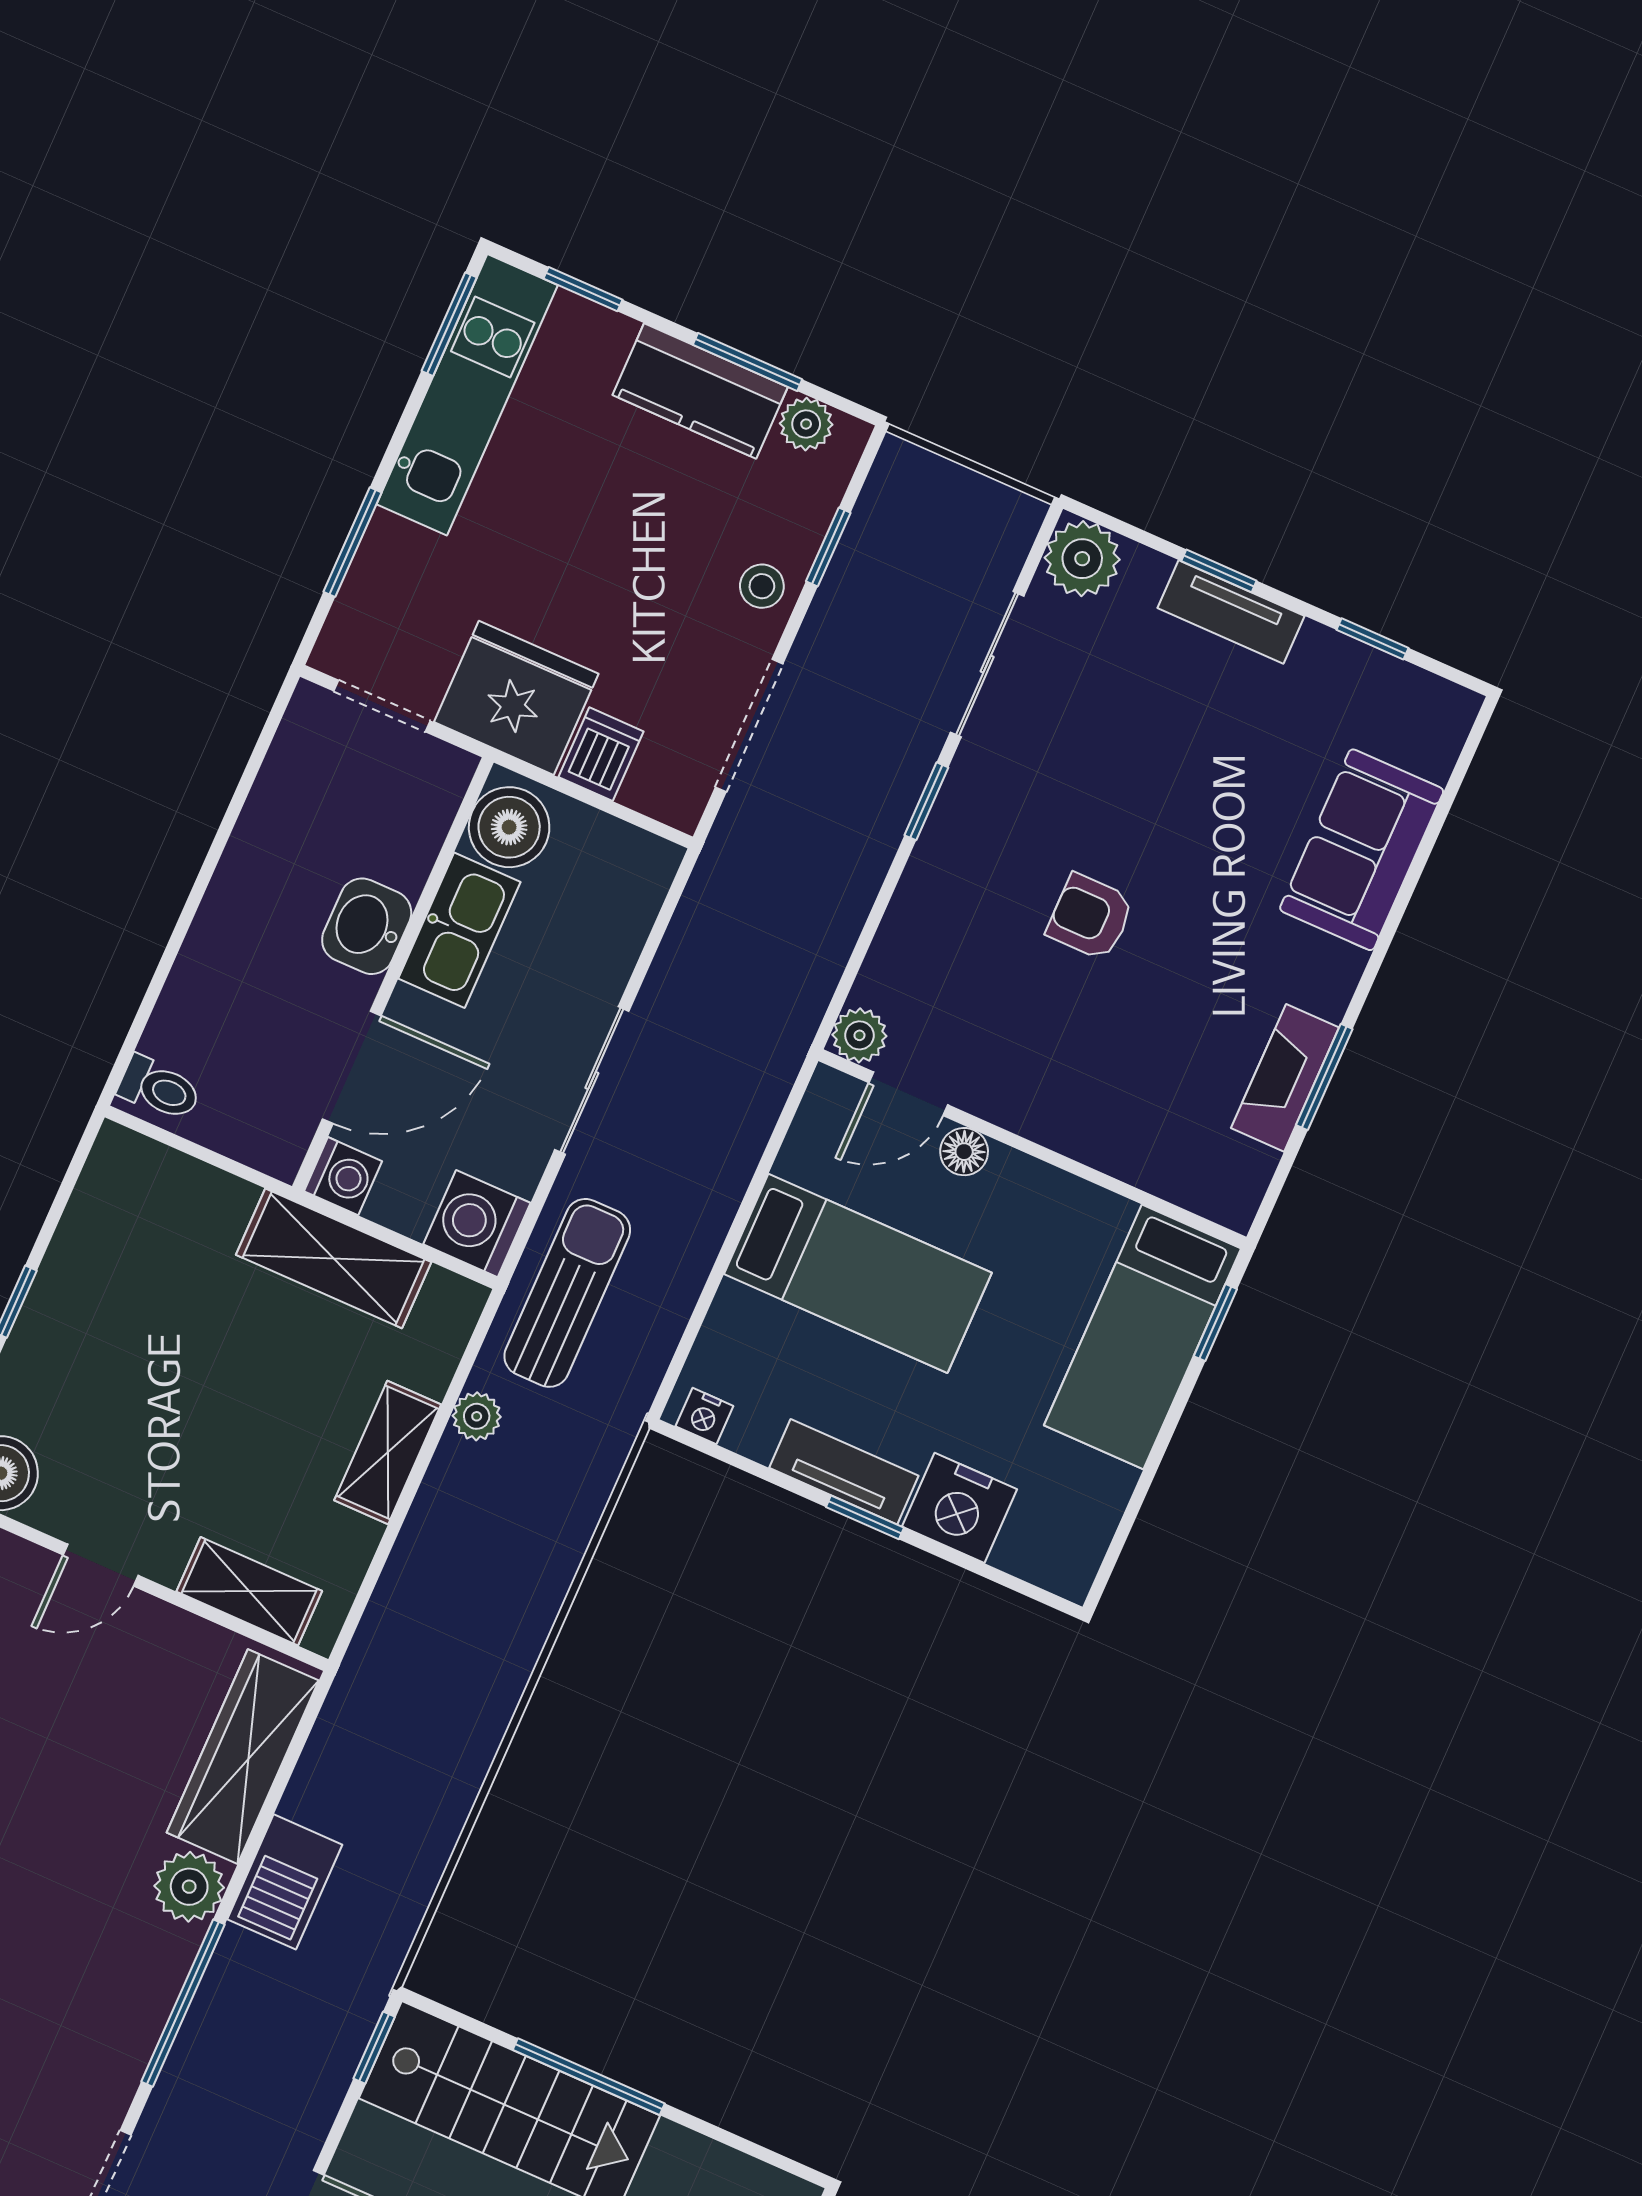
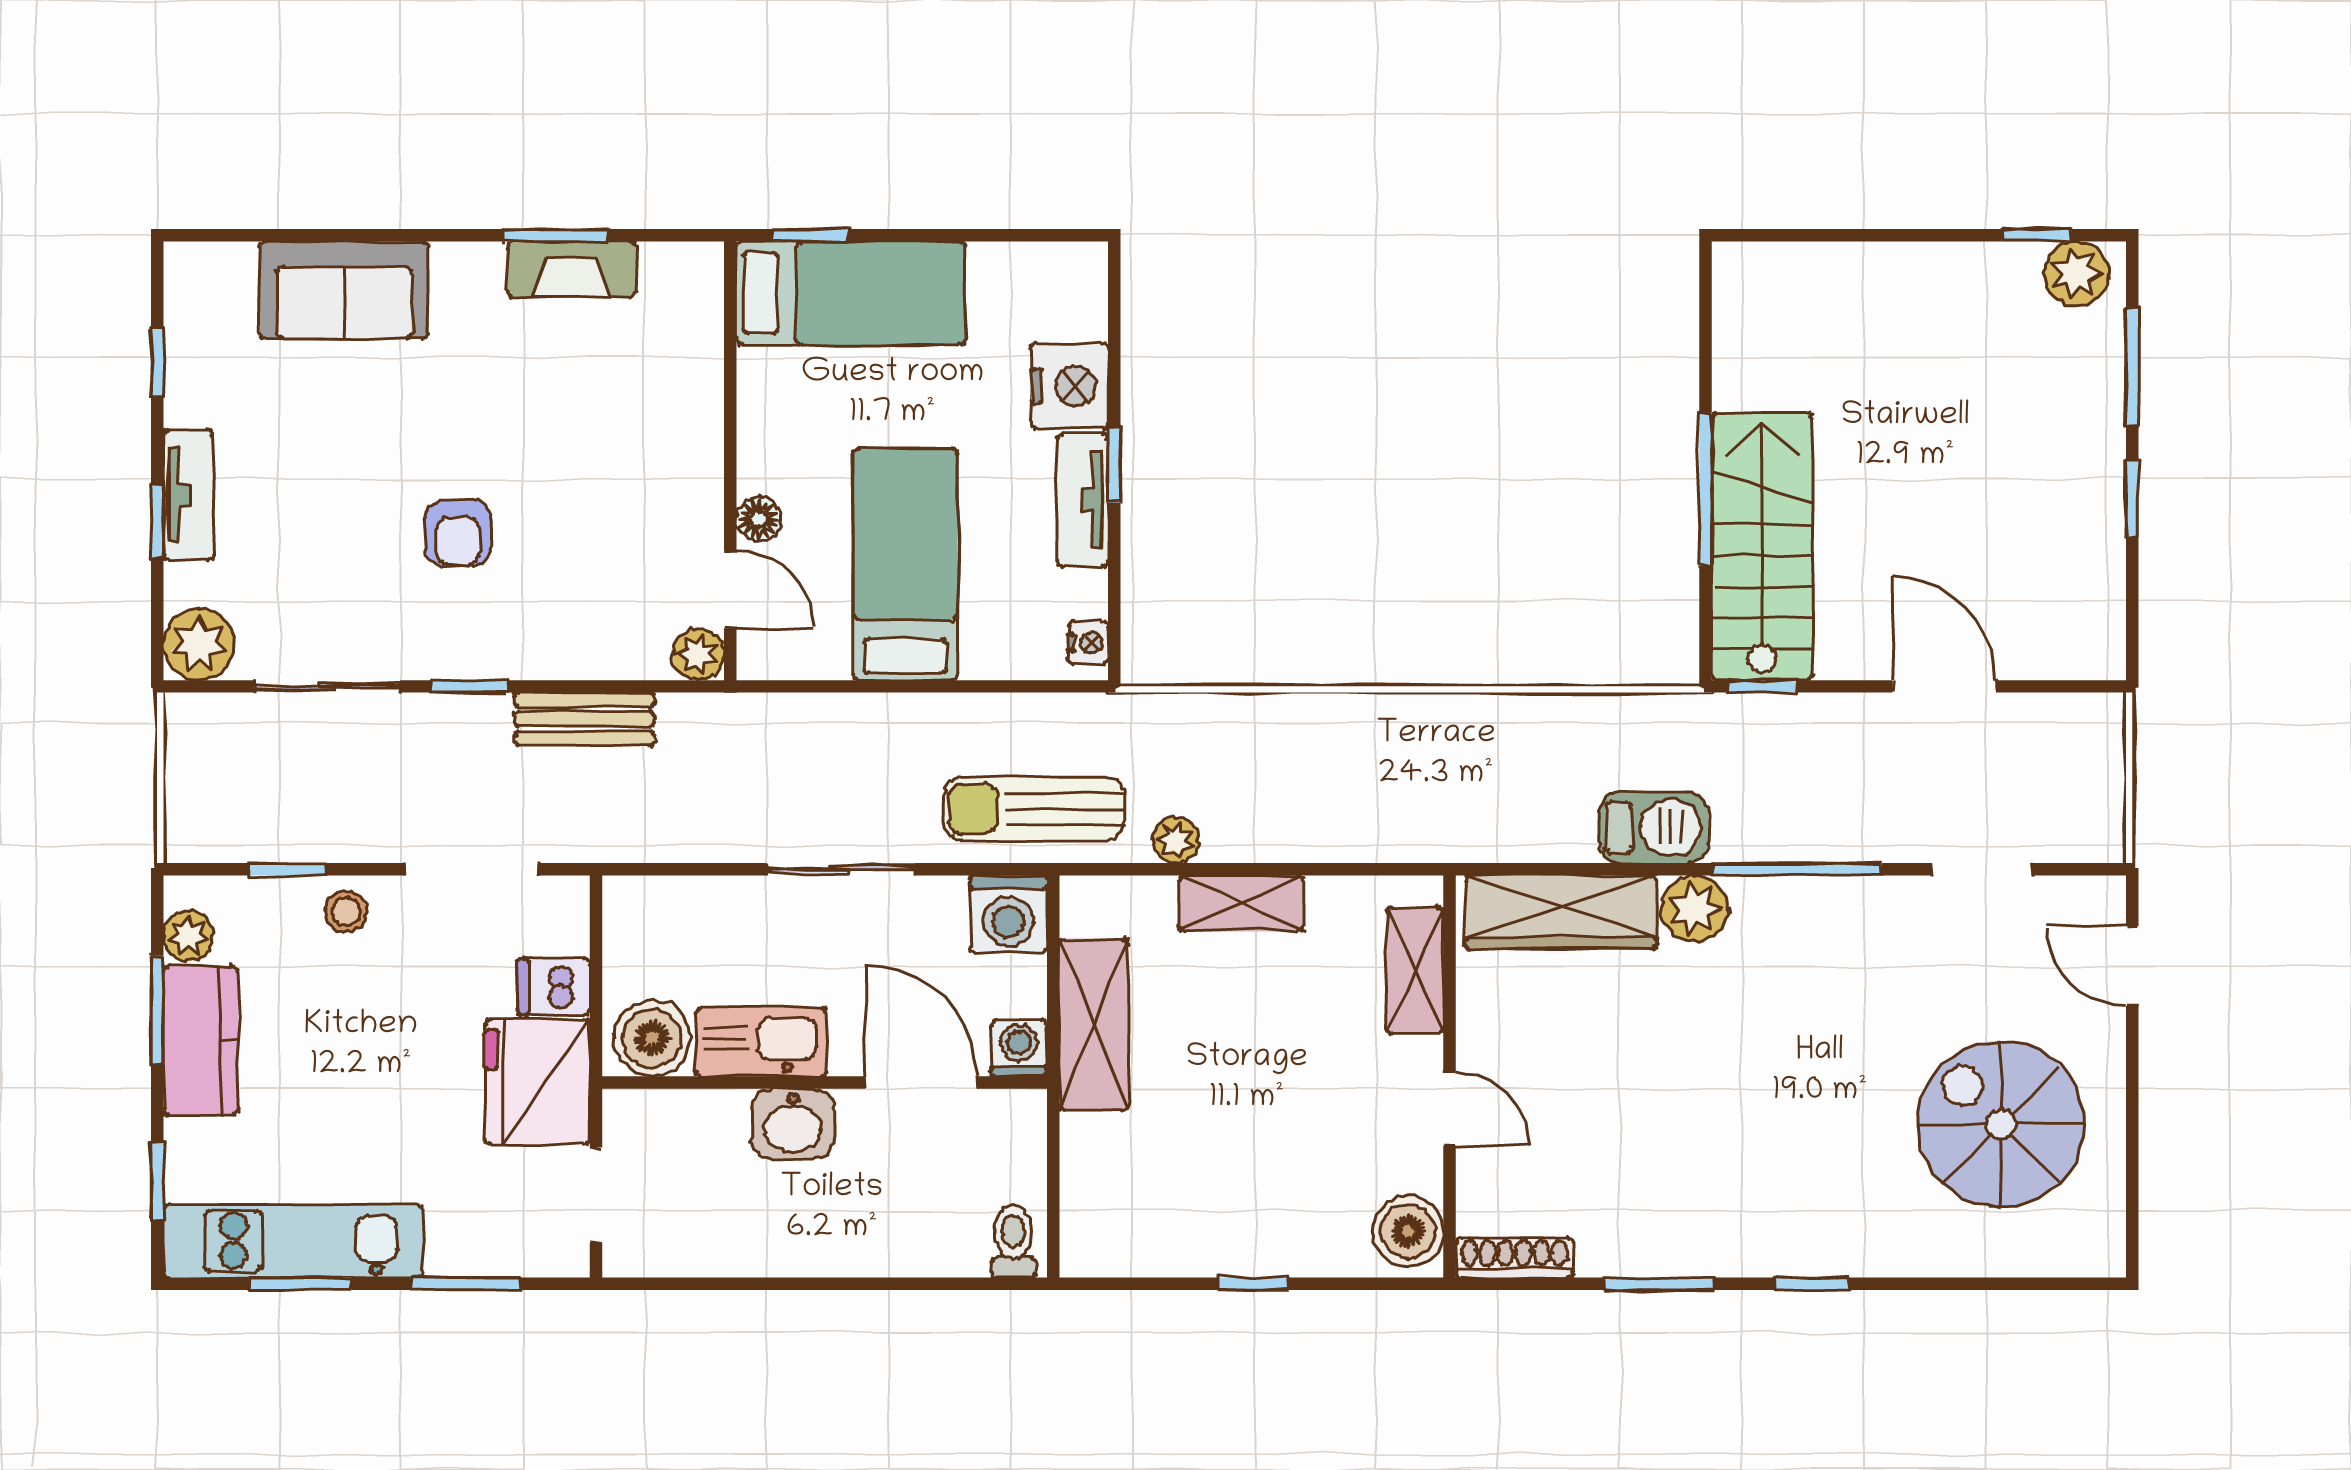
window: (449, 324) -> (300, 1284), moved
bench: (846, 898) -> (584, 719), added
armchair: (1090, 917) -> (458, 533), moved

